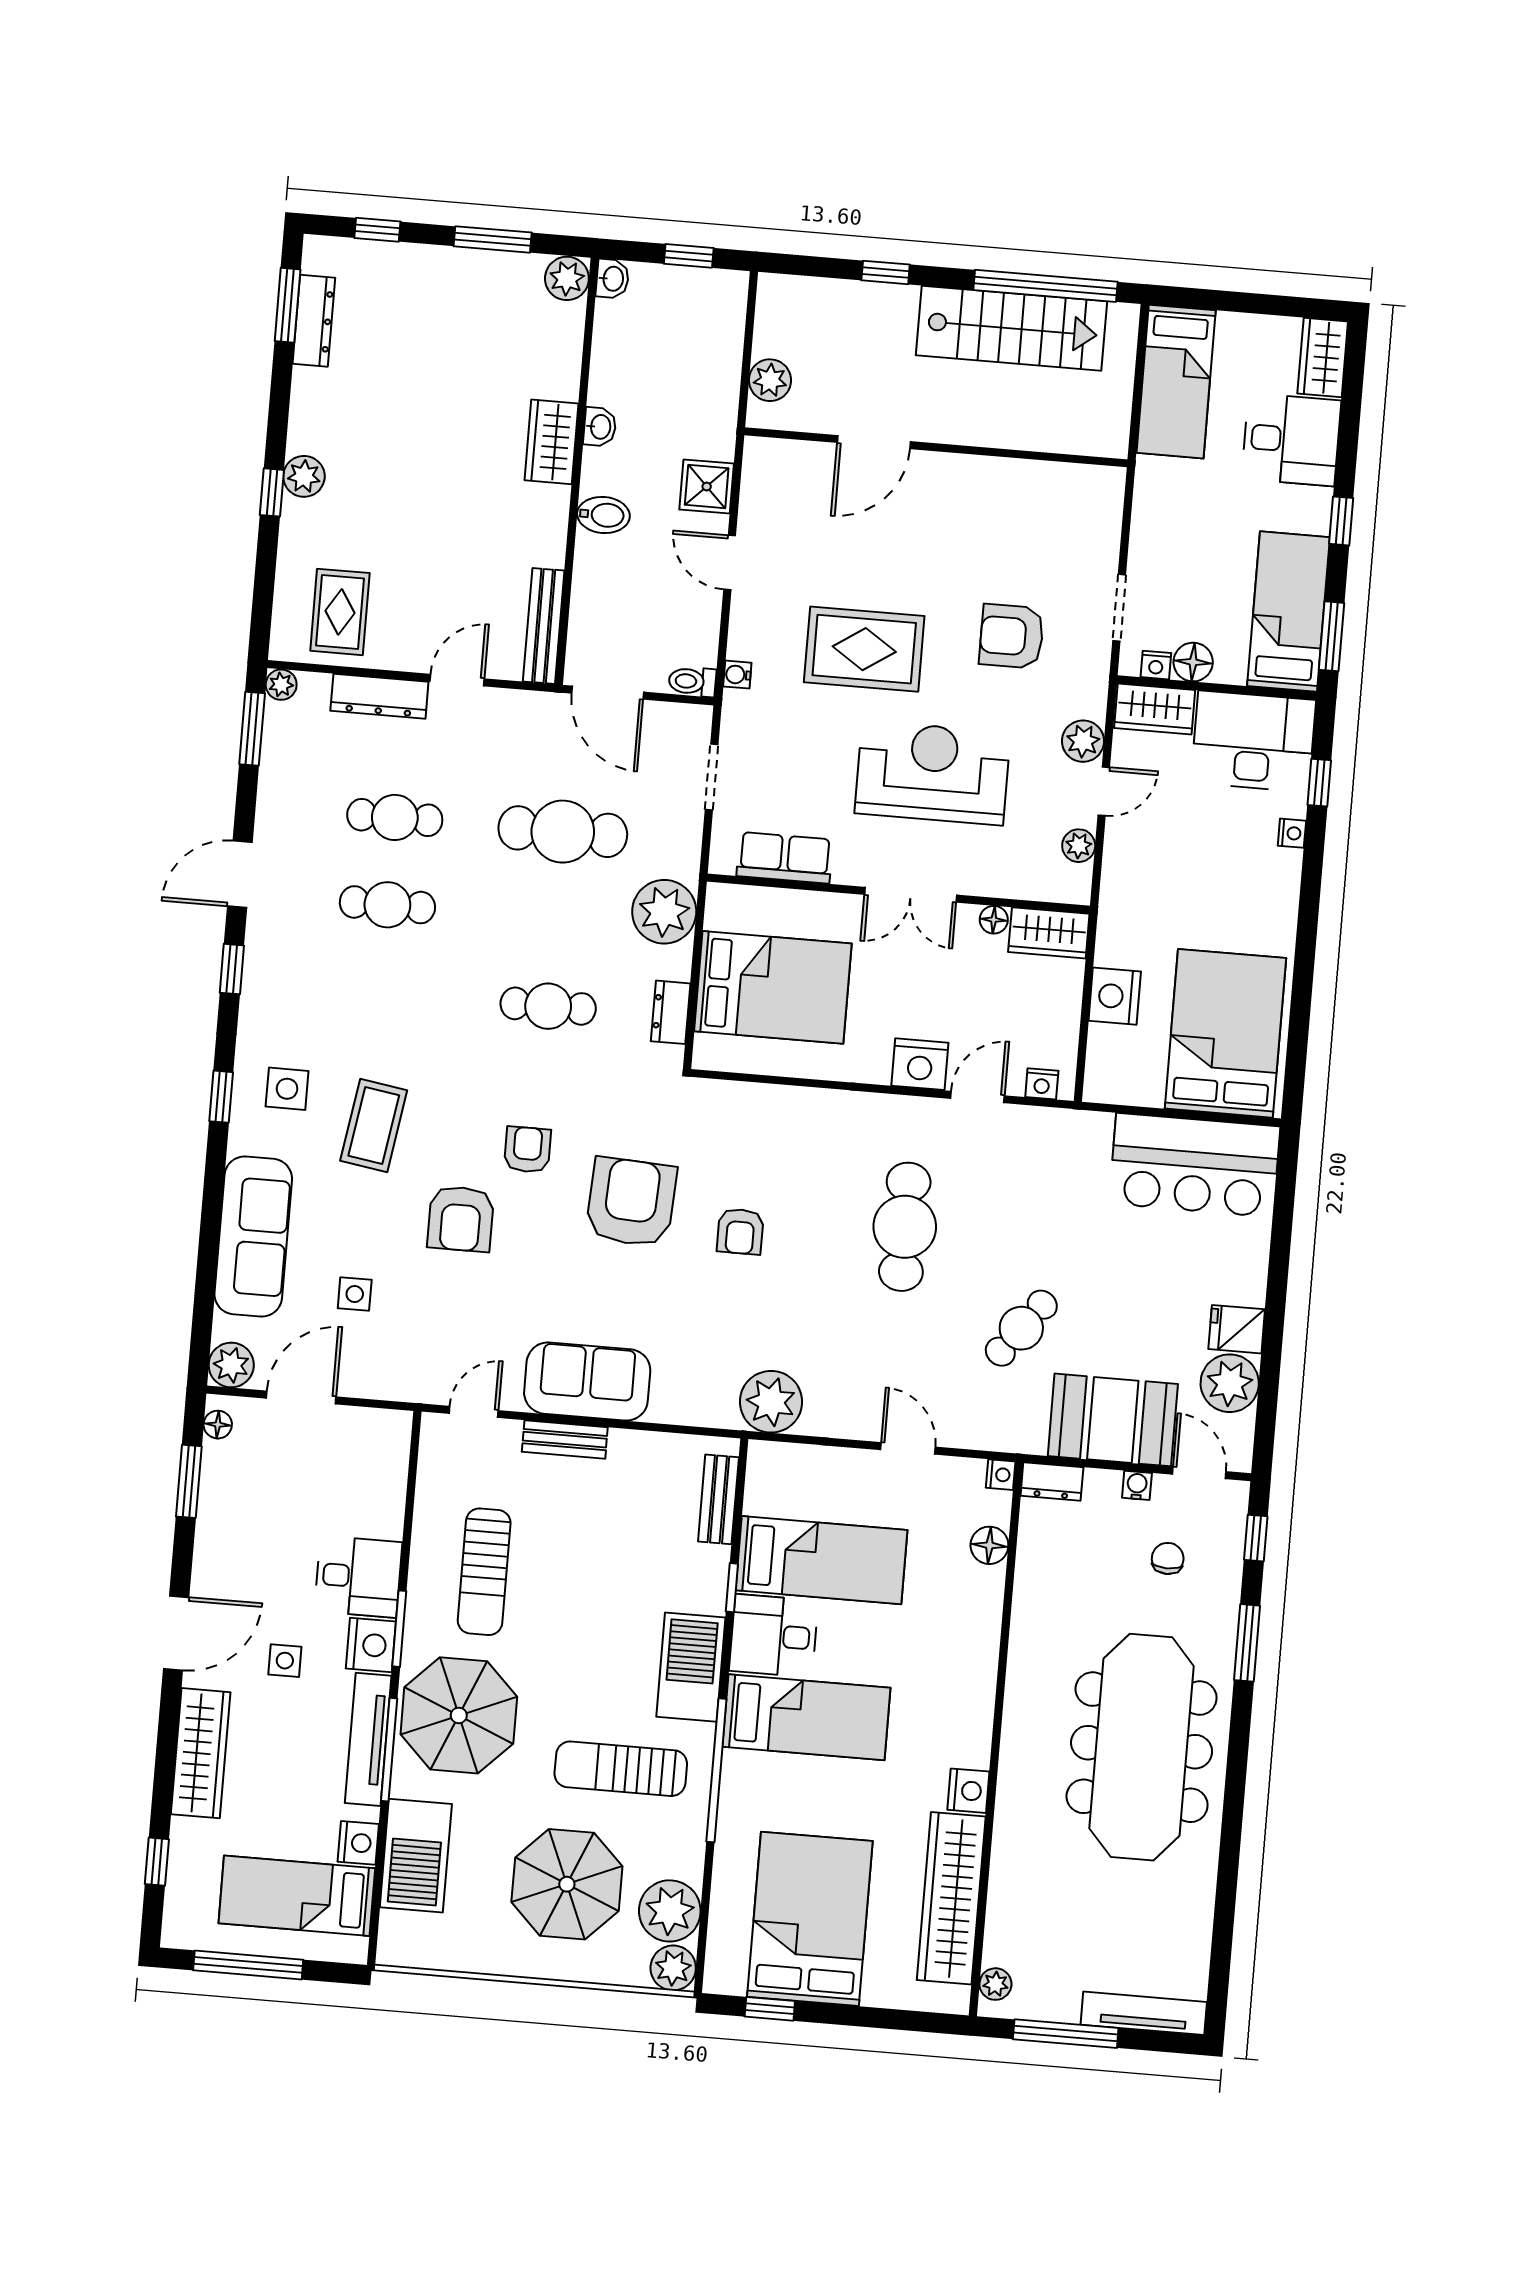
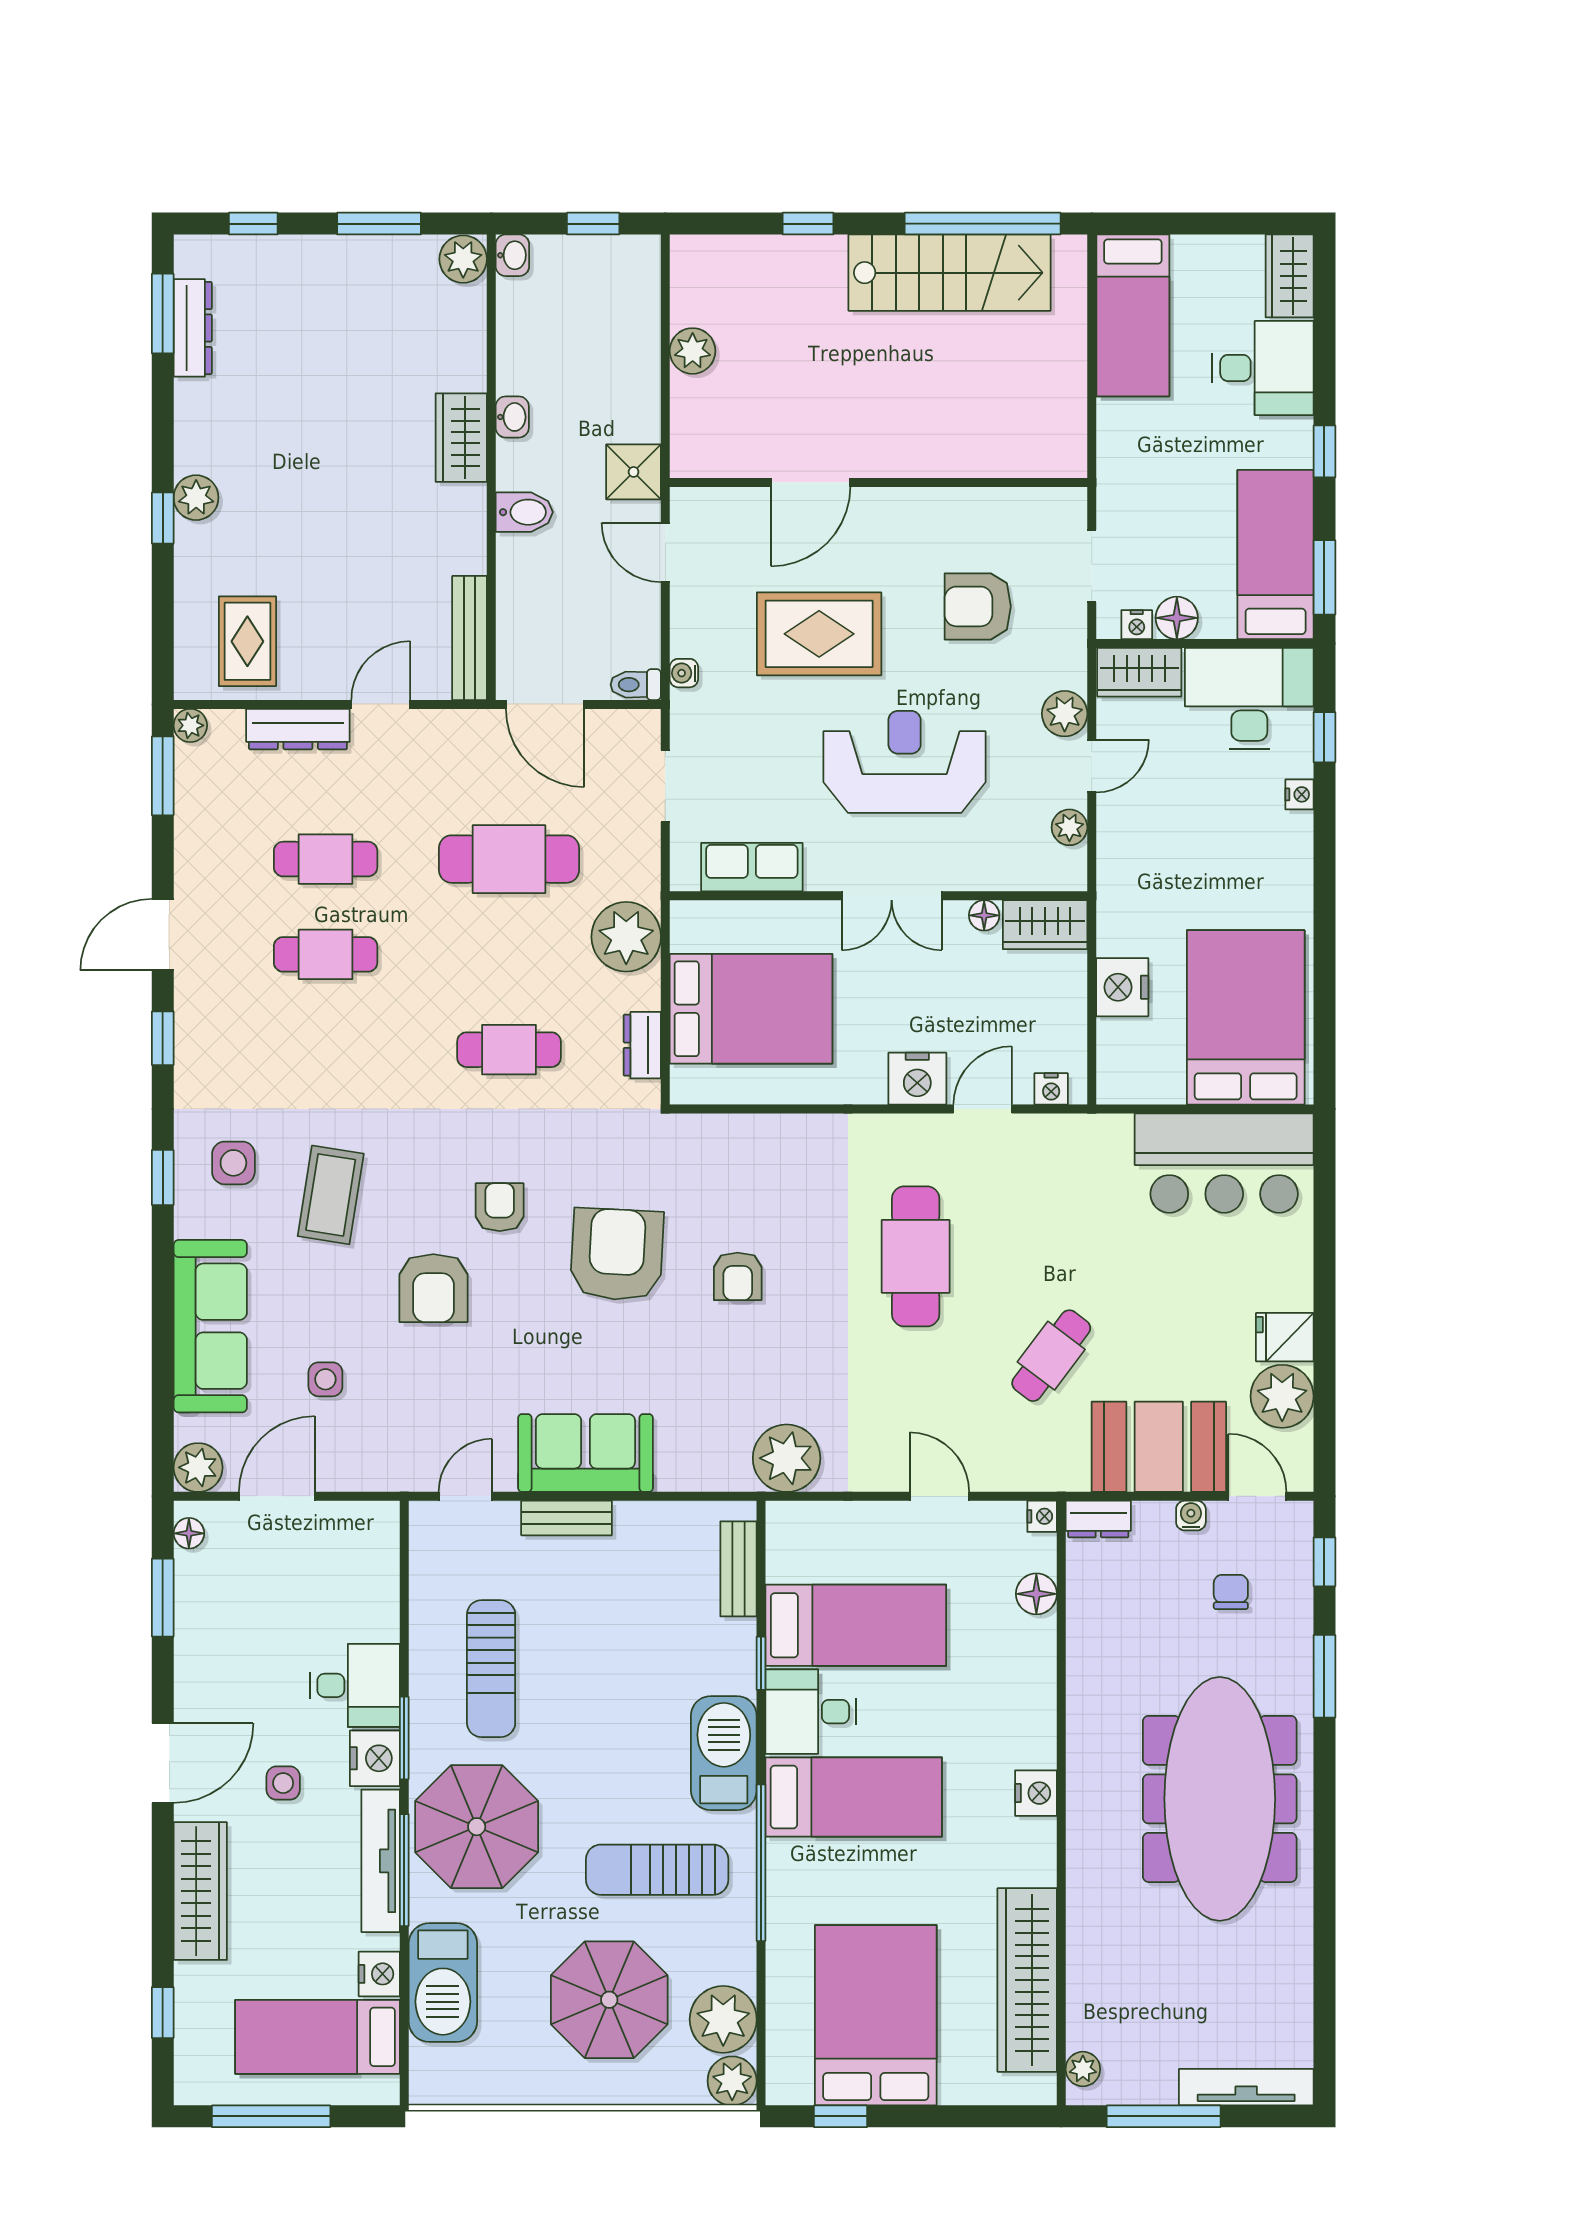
door: (874, 442) -> (811, 482), moved
wall: (936, 447) -> (878, 482), moved
nightstand: (968, 1791) -> (1036, 1793), moved

